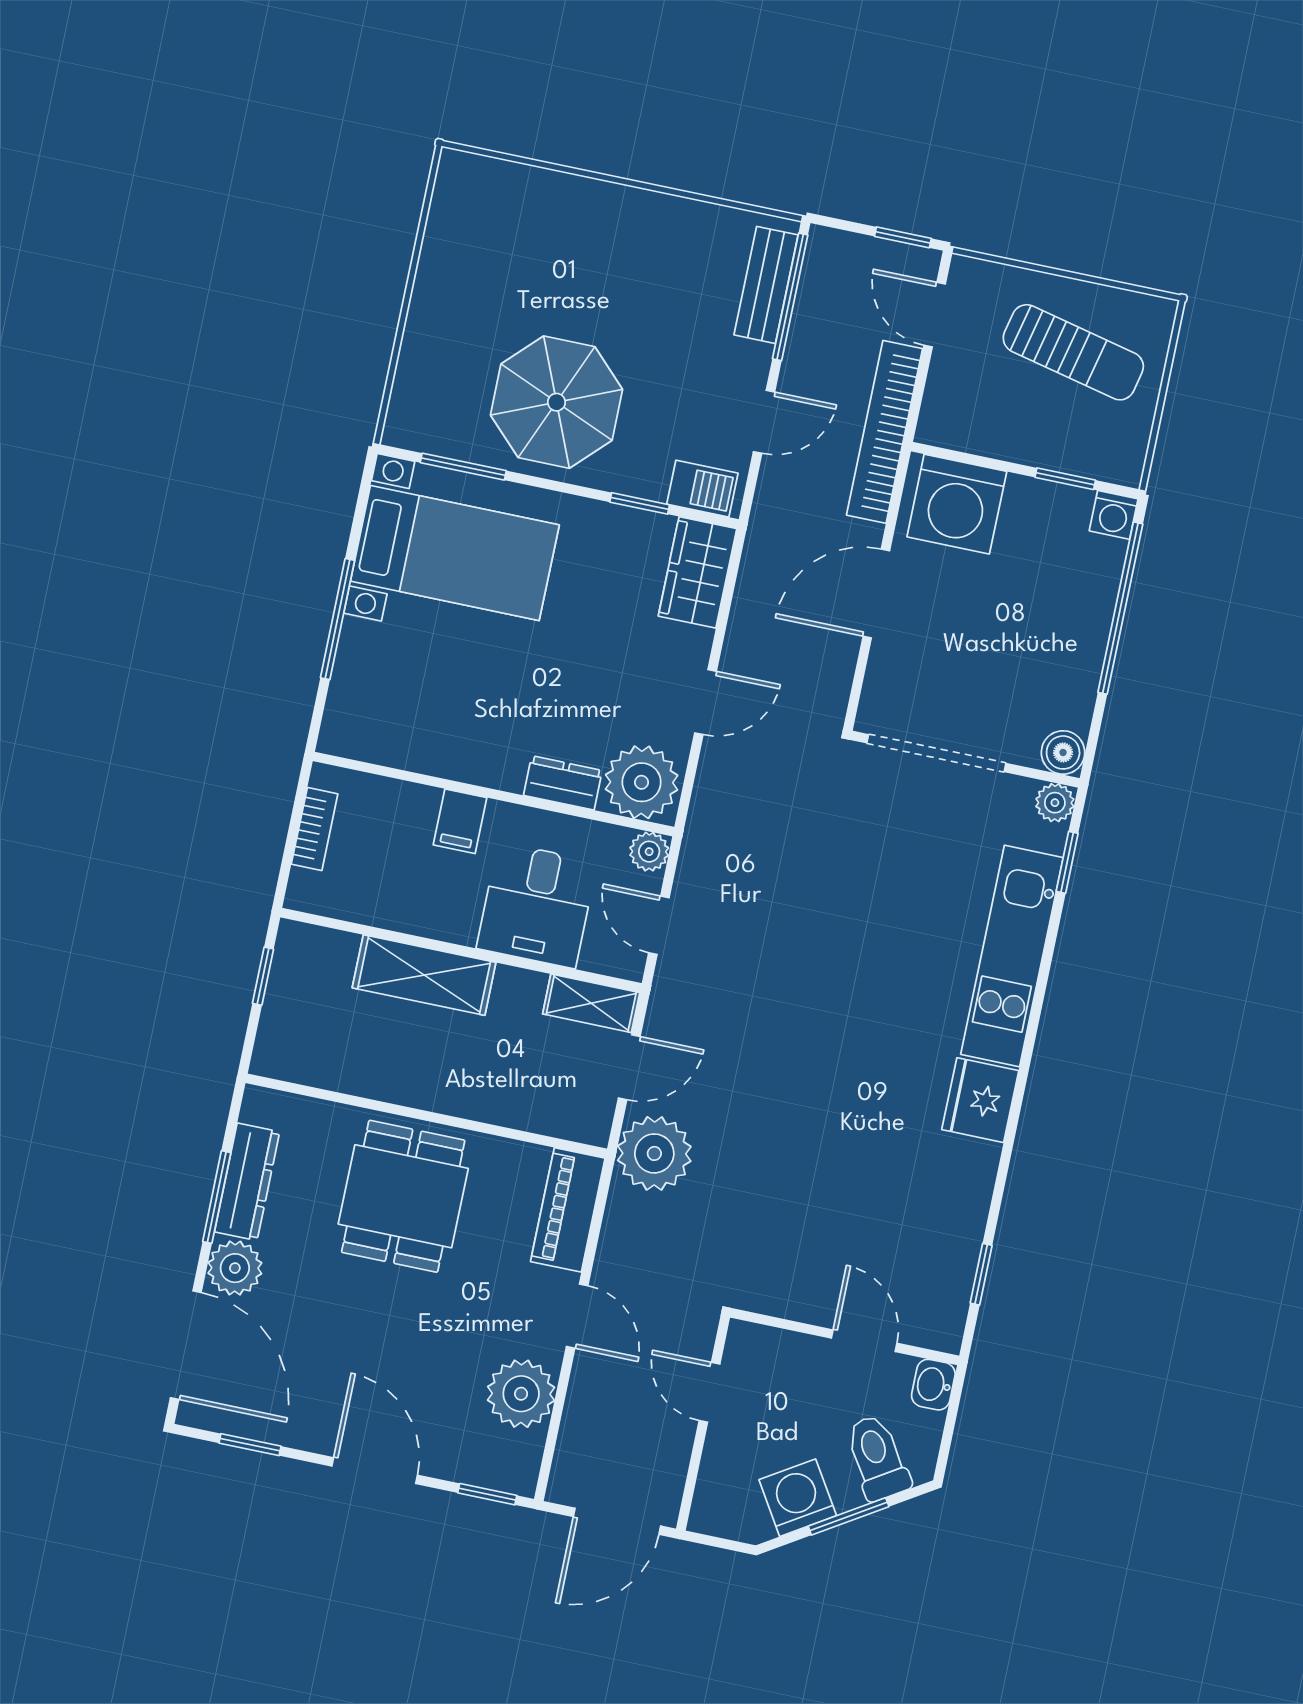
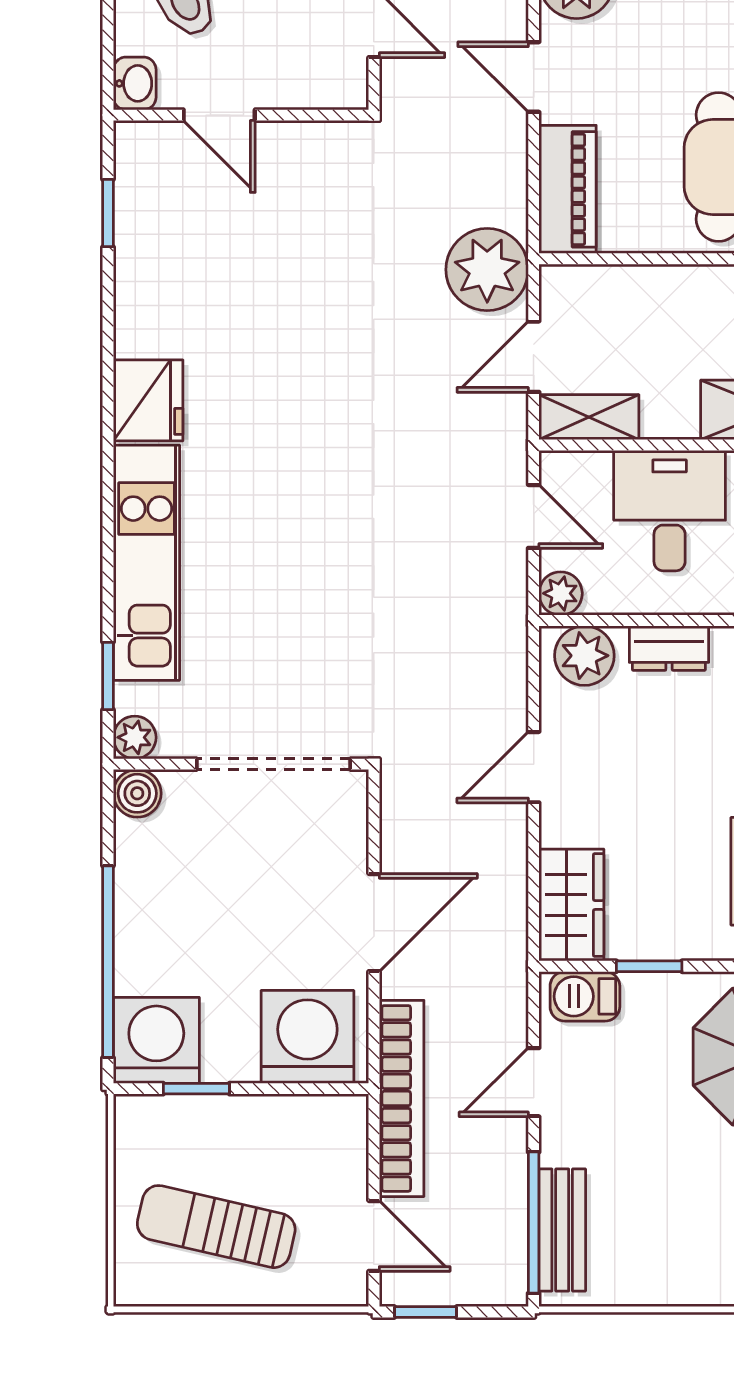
washing machine: (1114, 515) -> (156, 1040), width x1.89, depth x1.89
plant: (642, 782) -> (584, 656), width x0.73, depth x0.73

